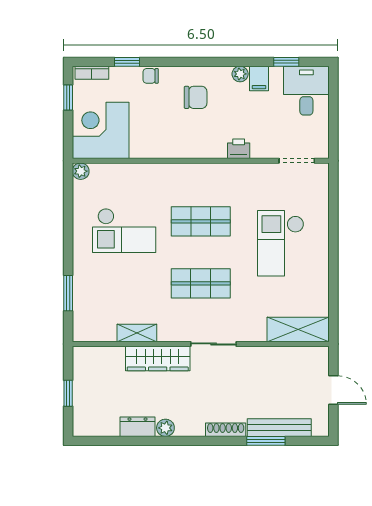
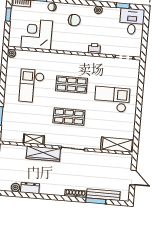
filing cabinet: (259, 78) -> (108, 13), removed
corner desk: (101, 130) -> (37, 34), moved
checkout: (124, 230) -> (32, 86), turned 90
checkout: (281, 243) -> (112, 99), turned 90
plant: (165, 428) -> (15, 187), moved

